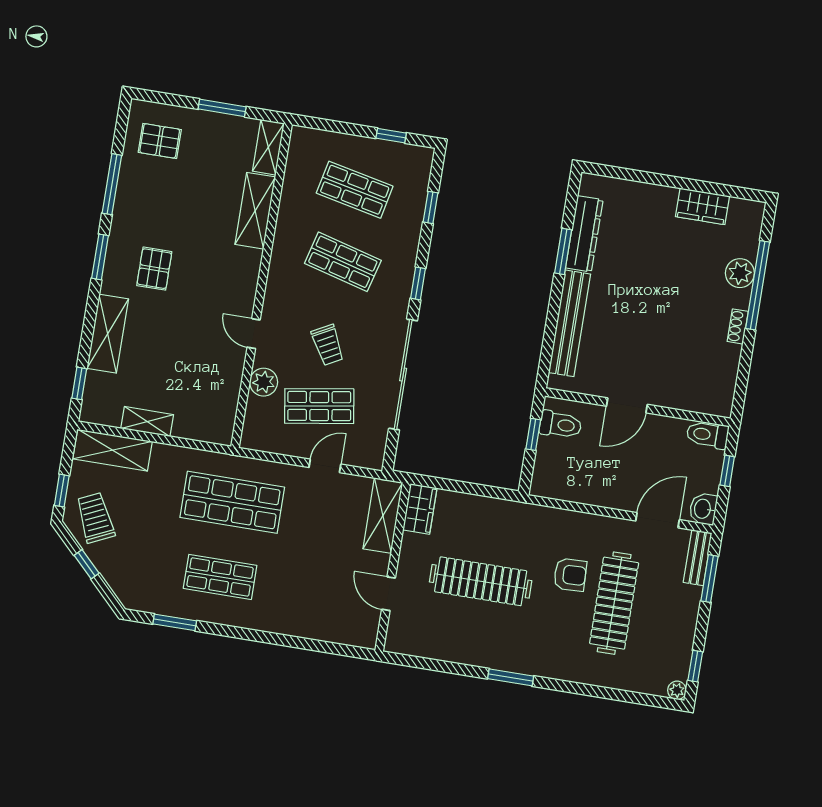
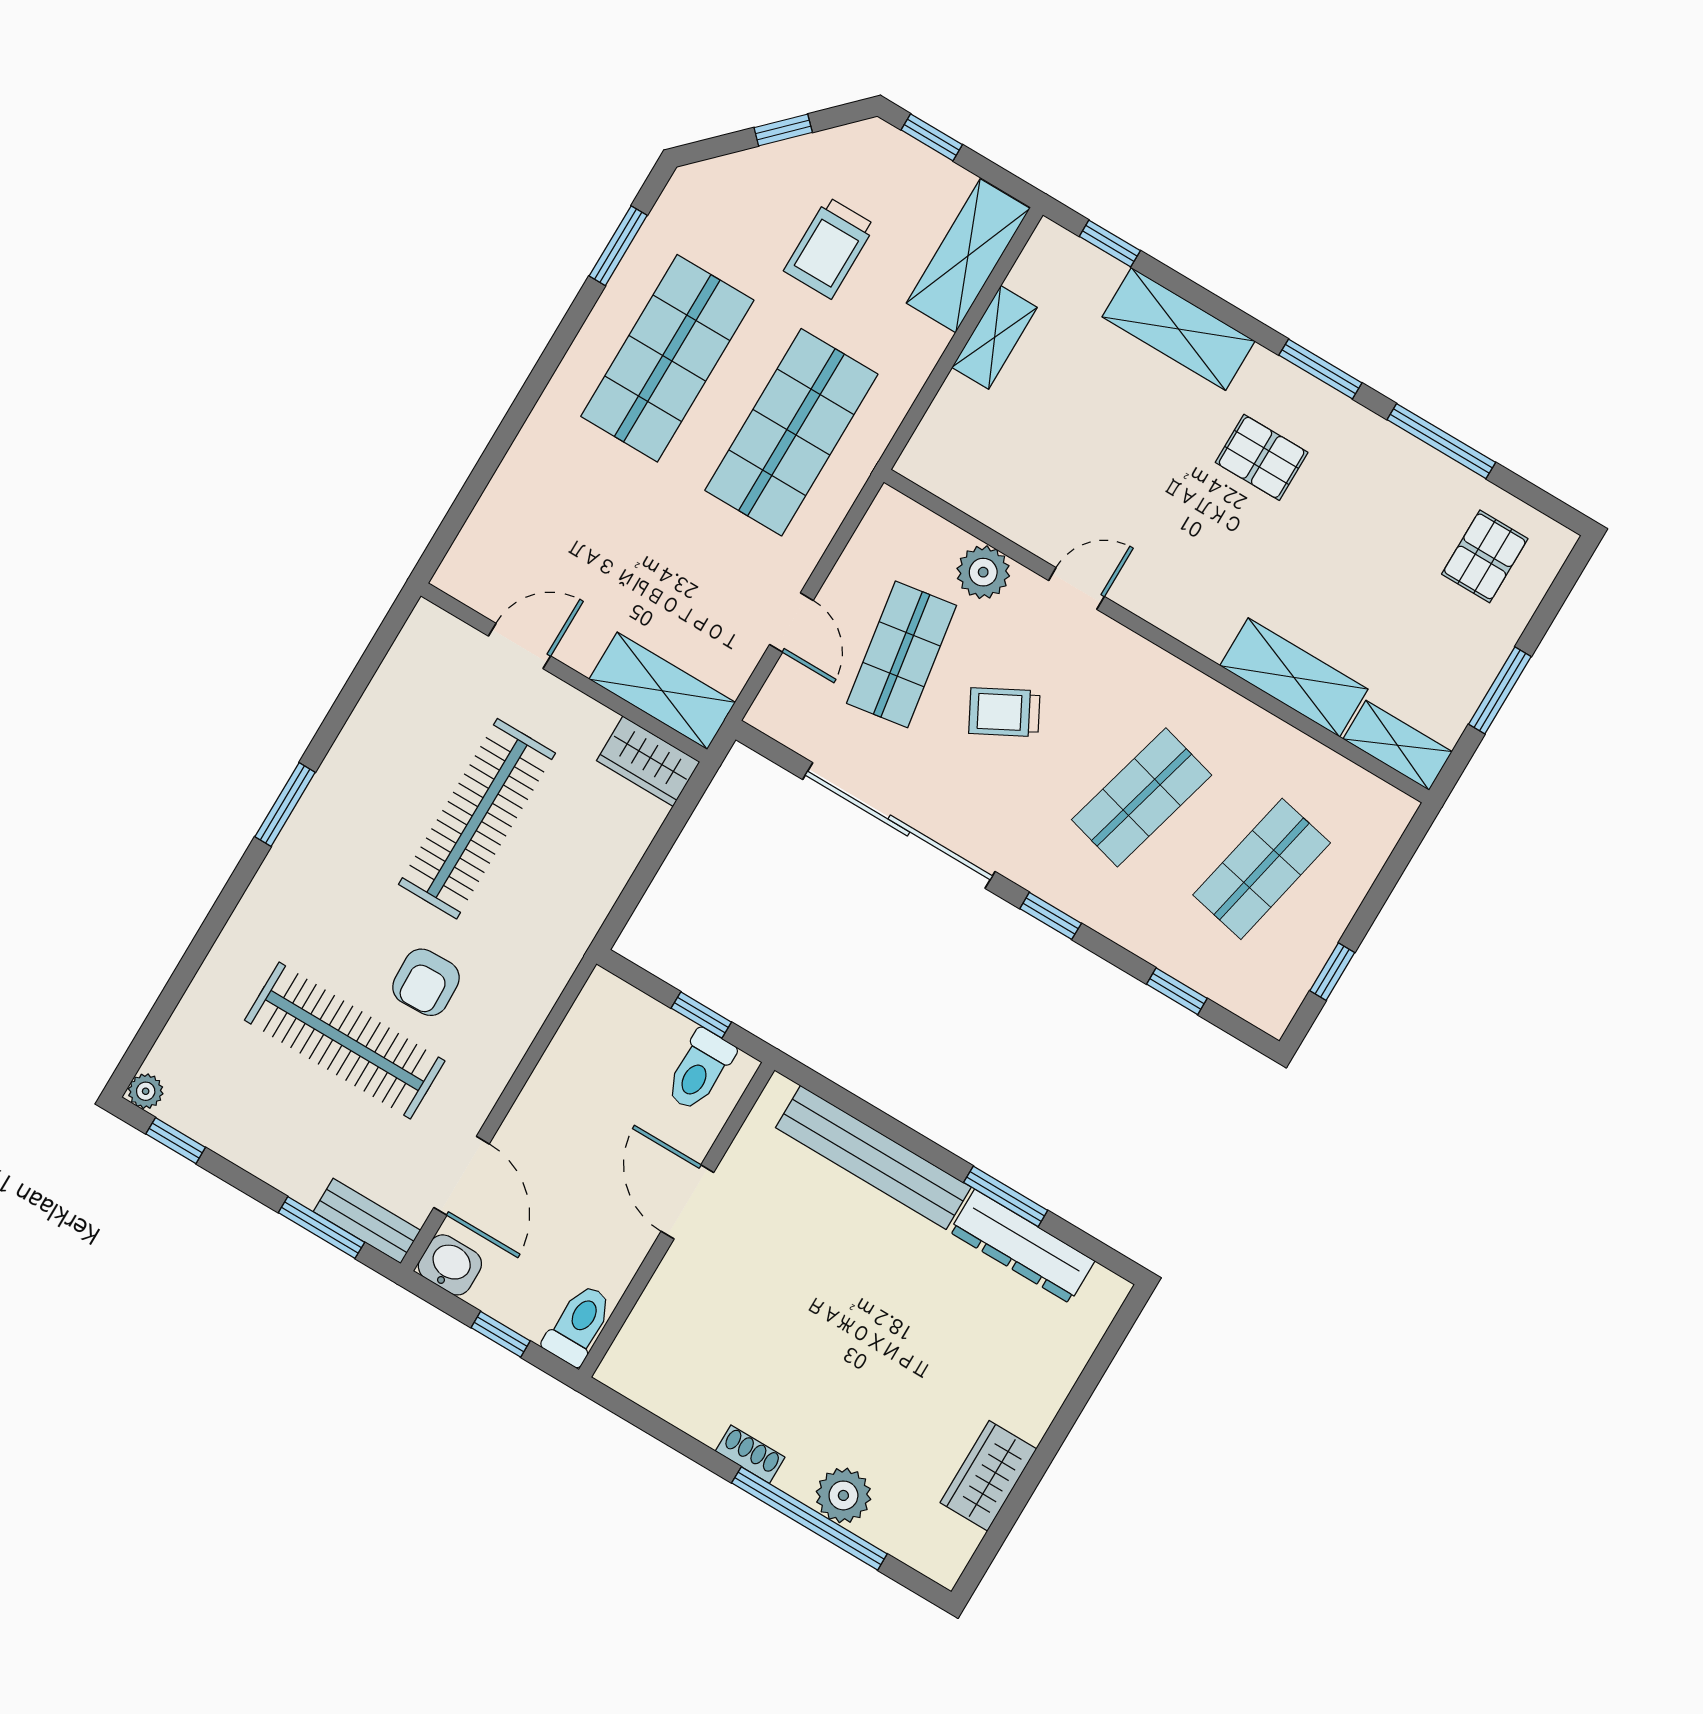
trolley: (95, 518) -> (829, 248), moved, turned 115
shop shelf: (220, 577) -> (667, 358), width x1.43, depth x1.36

